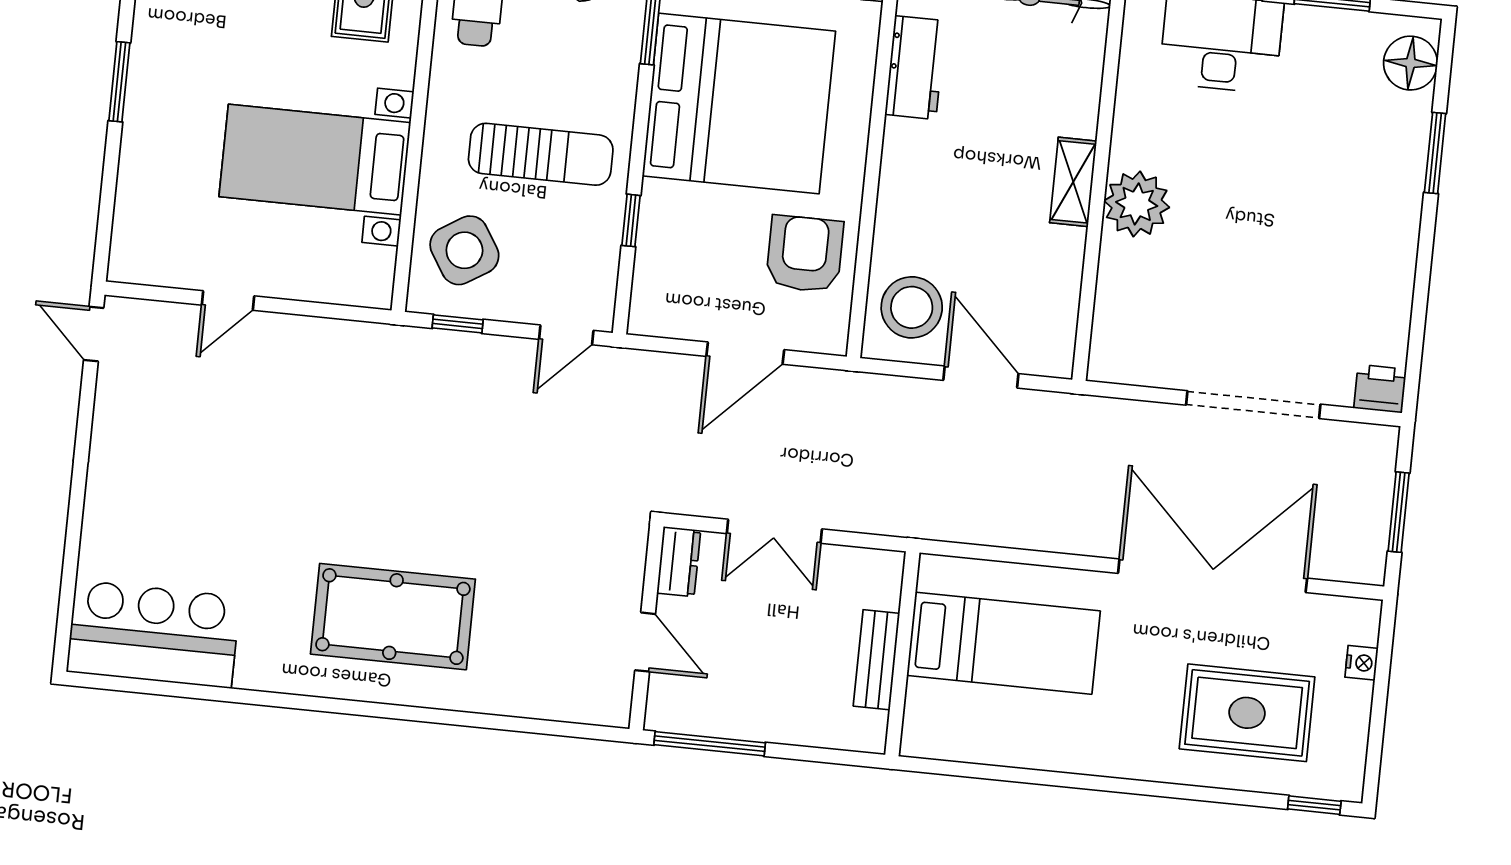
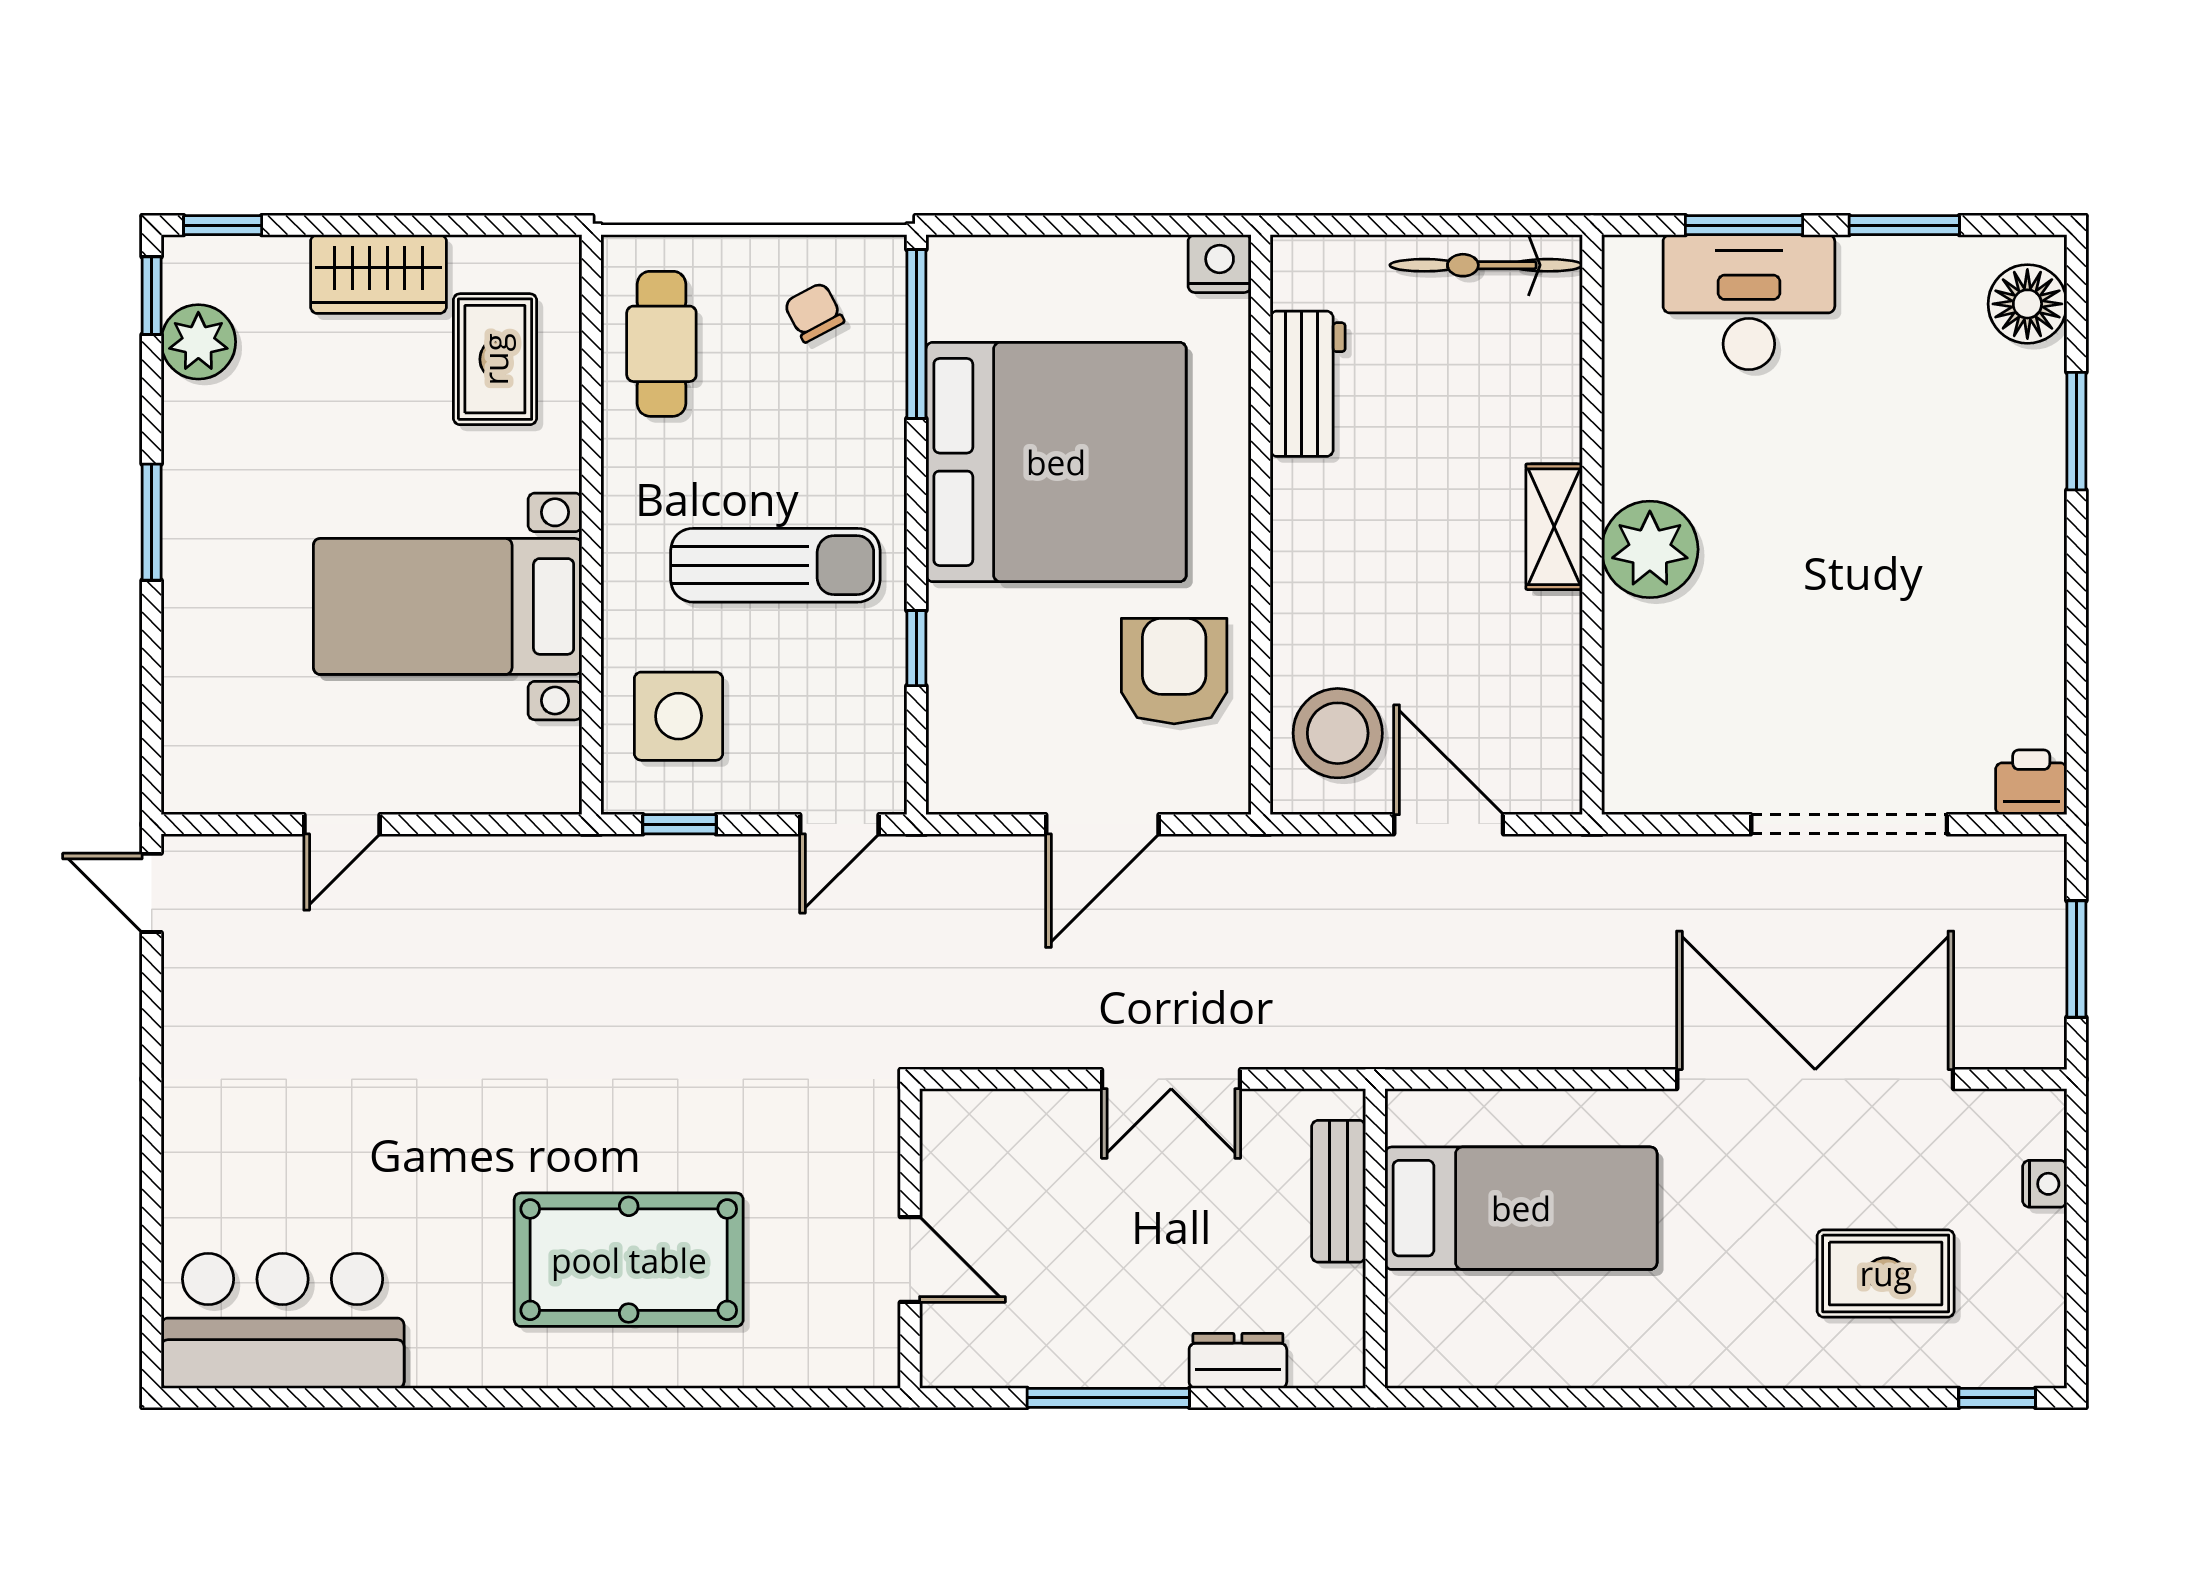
side table: (464, 250) -> (679, 716), turned 32
dresser: (679, 562) -> (1238, 1361), moved, turned -90
wall: (647, 628) -> (910, 1239), moved
door: (645, 642) -> (910, 1259), moved
bench: (877, 660) -> (1339, 1191), moved
rug: (1247, 713) -> (1886, 1273), width x0.73, depth x0.70

